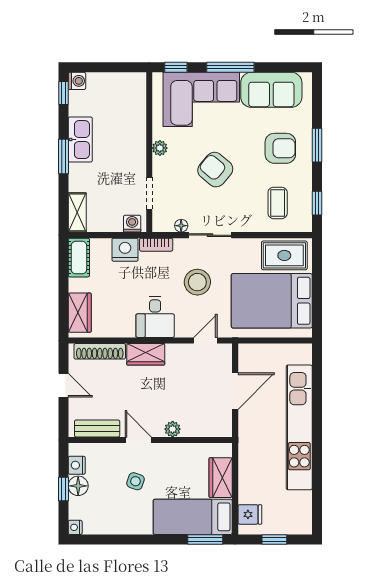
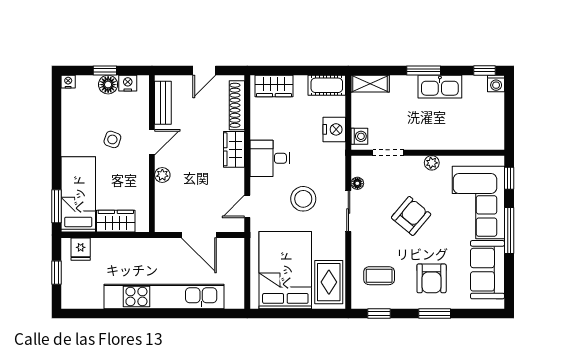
bookcase: (156, 245) -> (339, 159), removed
door: (205, 340) -> (247, 206), swing flipped

